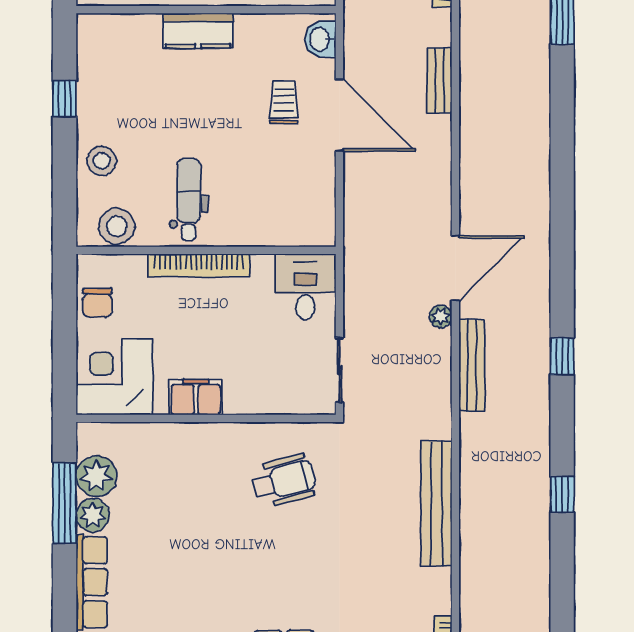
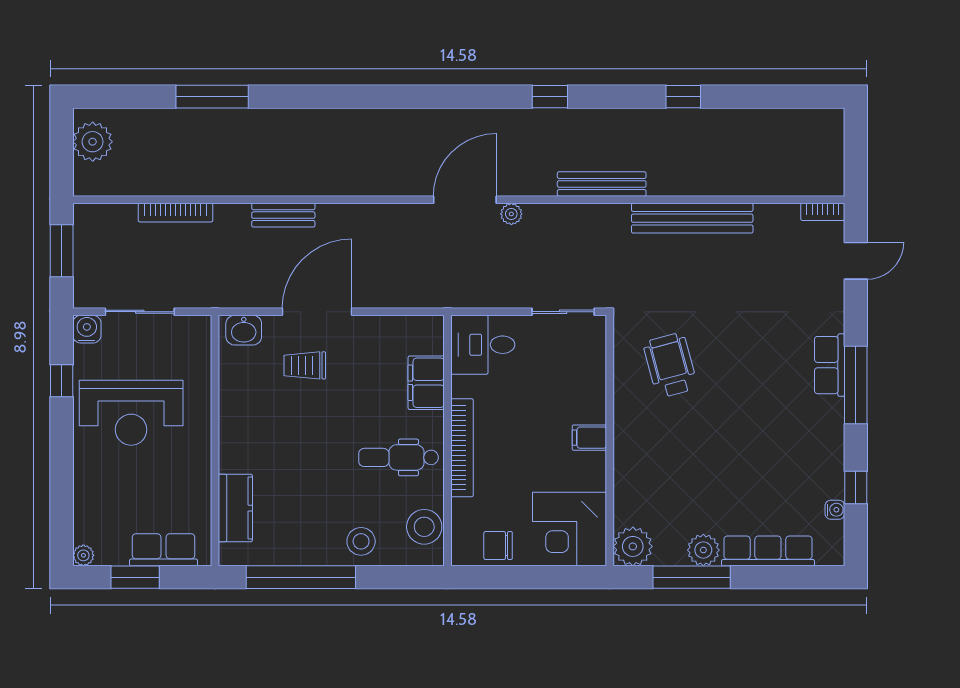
kitchen counter: (198, 31) -> (235, 508), moved
window: (65, 99) -> (301, 577), width x3.17
filing cabinet: (266, 228) -> (426, 383), added
door: (455, 268) -> (465, 200), hinge flipped
chair: (97, 303) -> (498, 546), turned 180
bench: (472, 365) -> (602, 184), moved
filing cabinet: (196, 397) -> (589, 438), width x0.50
plant: (96, 476) -> (633, 546), moved

